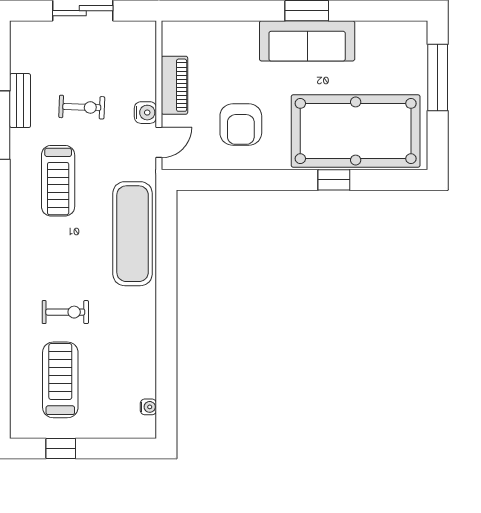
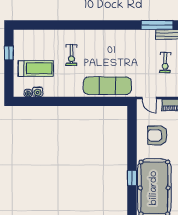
water cooler: (145, 113) -> (38, 92), moved
treadmill: (58, 181) -> (132, 52), removed
treadmill: (60, 380) -> (36, 68), moved

